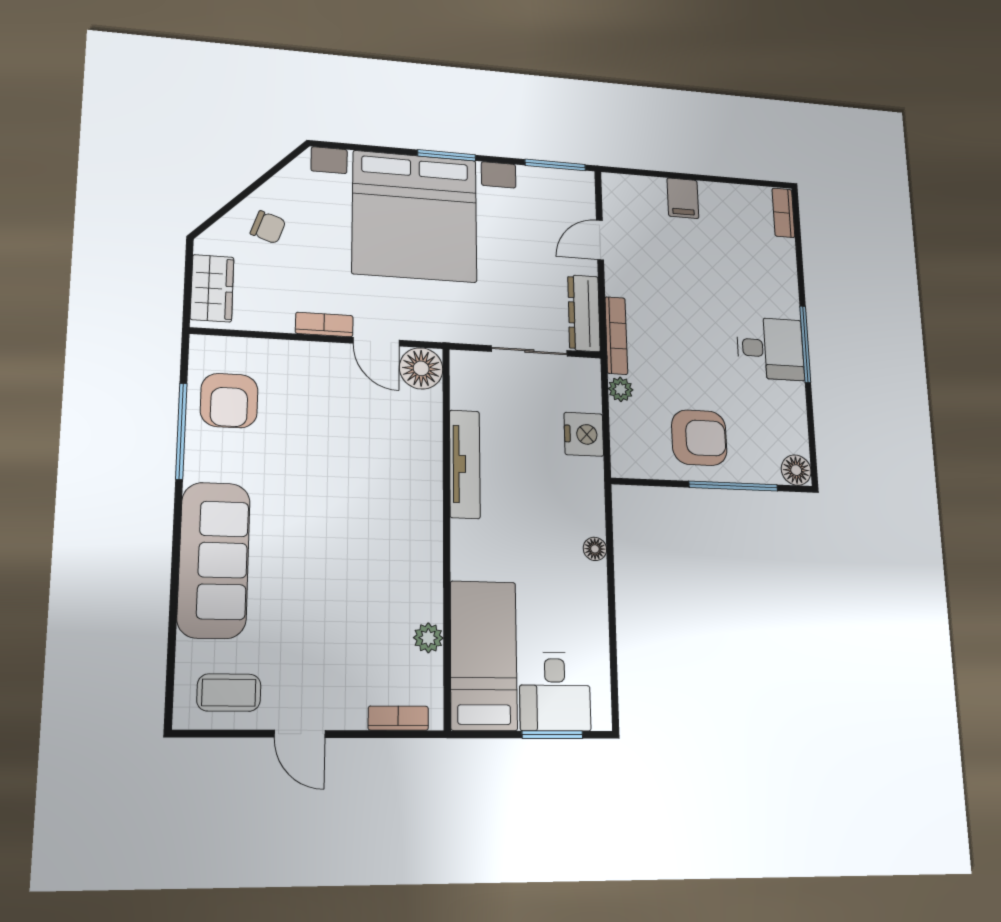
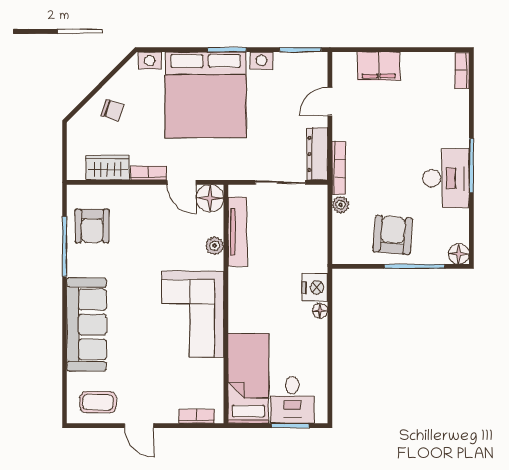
filing cabinet: (683, 198) -> (379, 66), width x2.00
wardrobe: (212, 288) -> (108, 168), moved, turned -90
desk: (770, 349) -> (446, 178), width x1.37
nightstand: (584, 434) -> (315, 287), moved
armchair: (699, 438) -> (393, 235), turned -85
tv unit: (465, 464) -> (238, 232), moved
corner sofa: (393, 548) -> (193, 314), added
plant: (428, 638) -> (215, 246), moved

